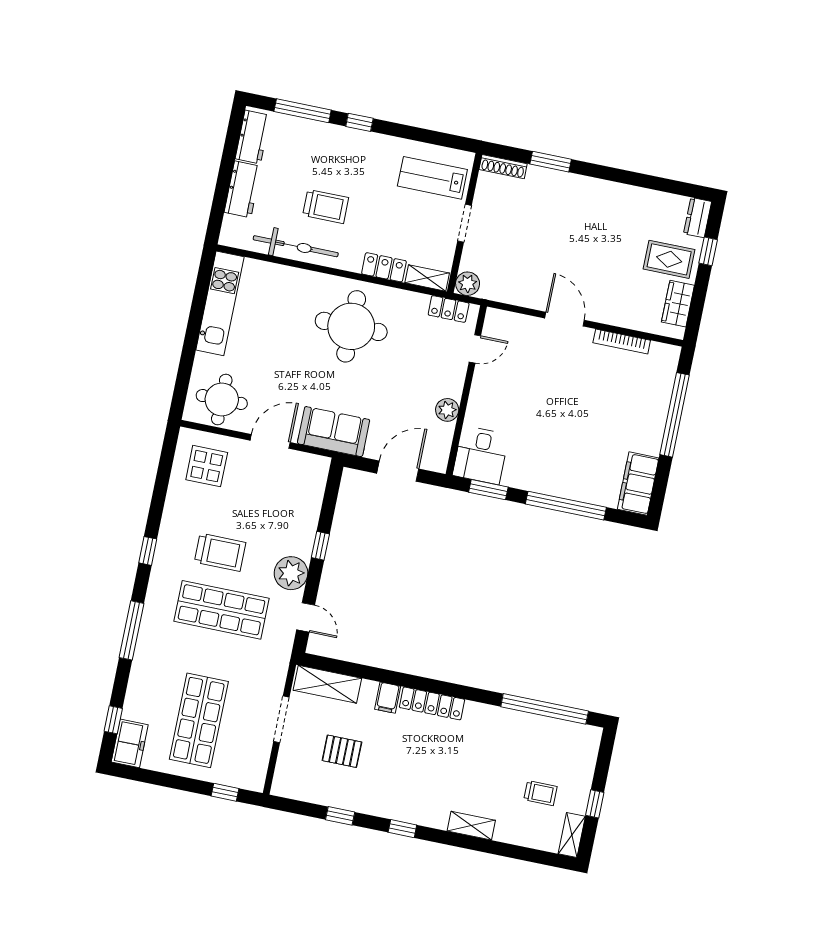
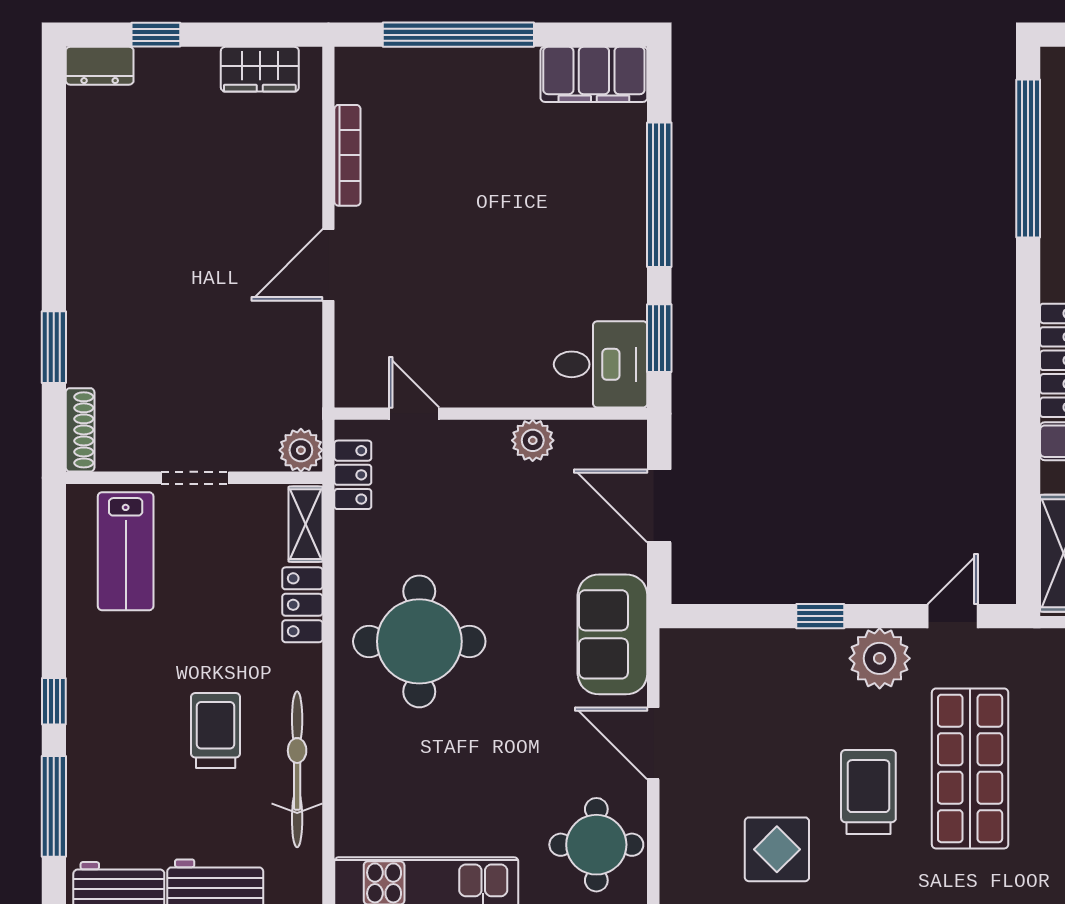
rug: (669, 259) -> (184, 101), removed
display table: (207, 466) -> (777, 849), moved

